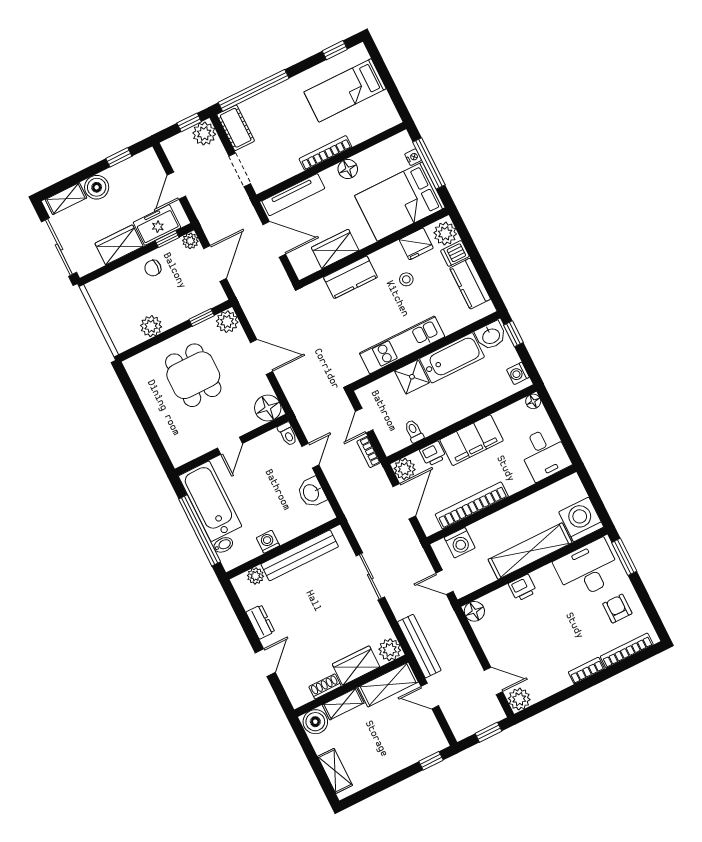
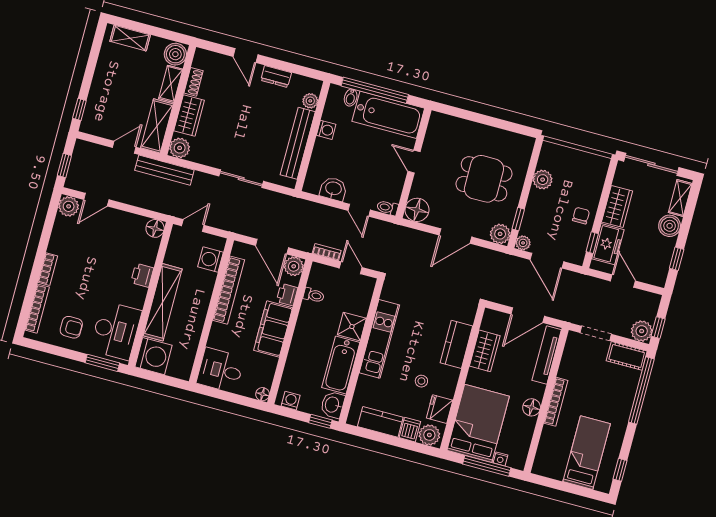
plant: (190, 241) -> (523, 243), moved

